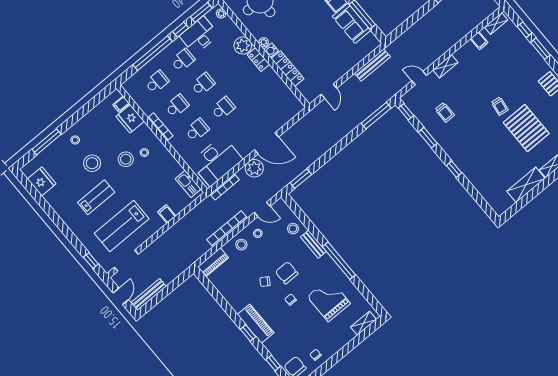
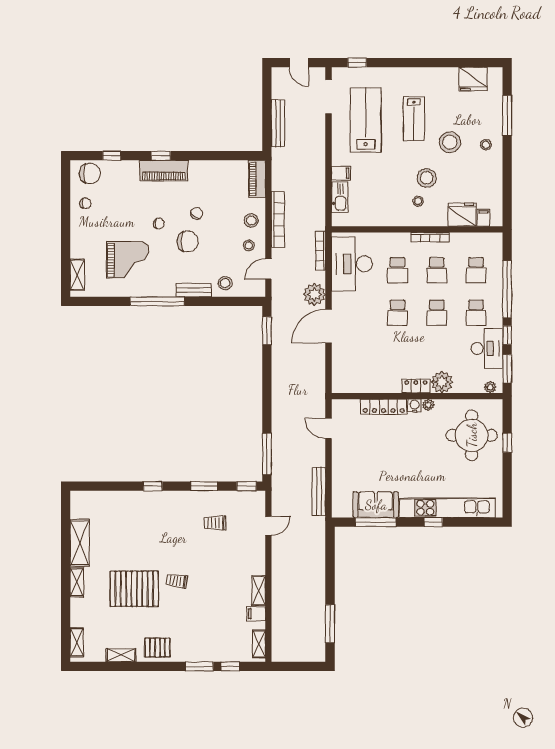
shelving: (445, 66) -> (259, 591), moved
kitchen sink: (188, 184) -> (340, 197), moved, turned 90
bench: (149, 294) -> (278, 123), moved

